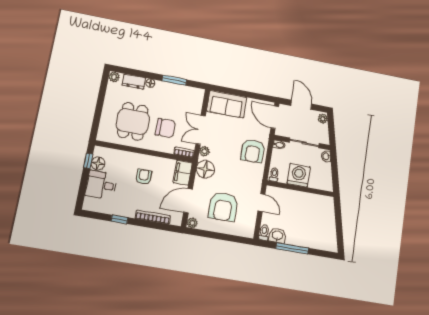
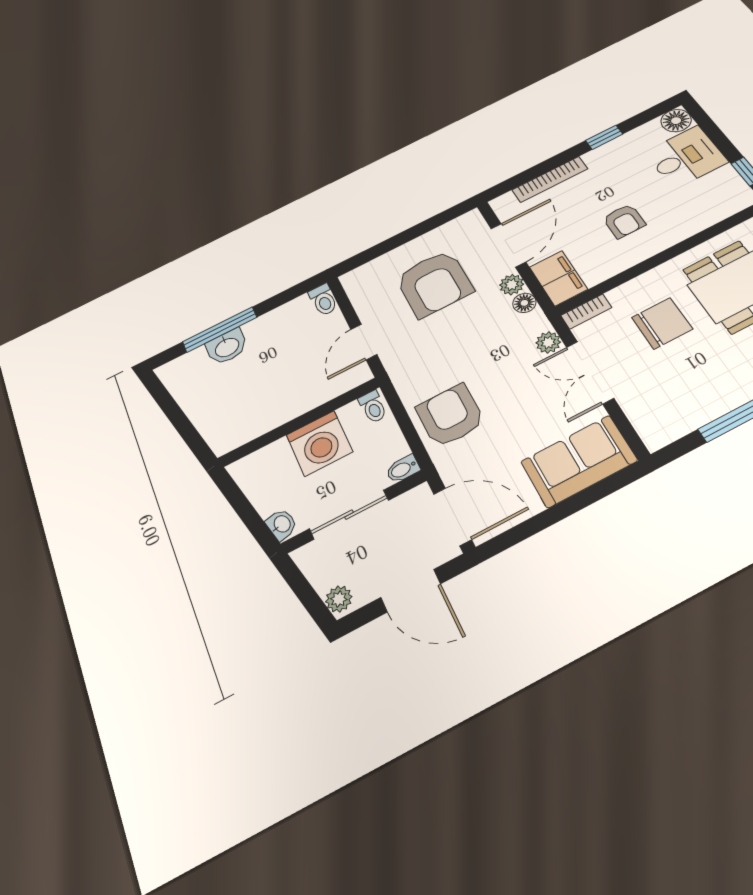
chair: (165, 128) -> (662, 323), turned 180
double door: (201, 130) -> (590, 372), swing flipped
floor lamp: (98, 163) -> (676, 121), moved
floor lamp: (205, 169) -> (524, 303), width x0.53, depth x0.53
door: (261, 203) -> (364, 342), hinge flipped
armchair: (223, 207) -> (434, 283), turned 180
plant: (192, 223) -> (512, 285), moved
washbasin: (277, 236) -> (227, 347), moved
window: (292, 248) -> (220, 330), moved

